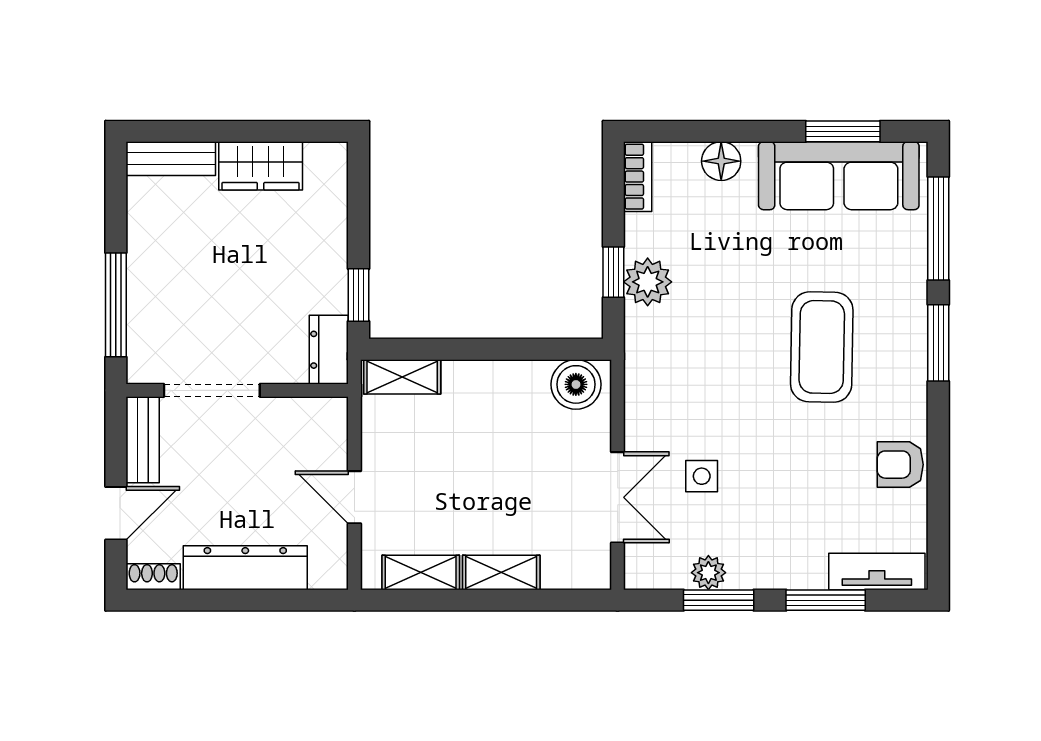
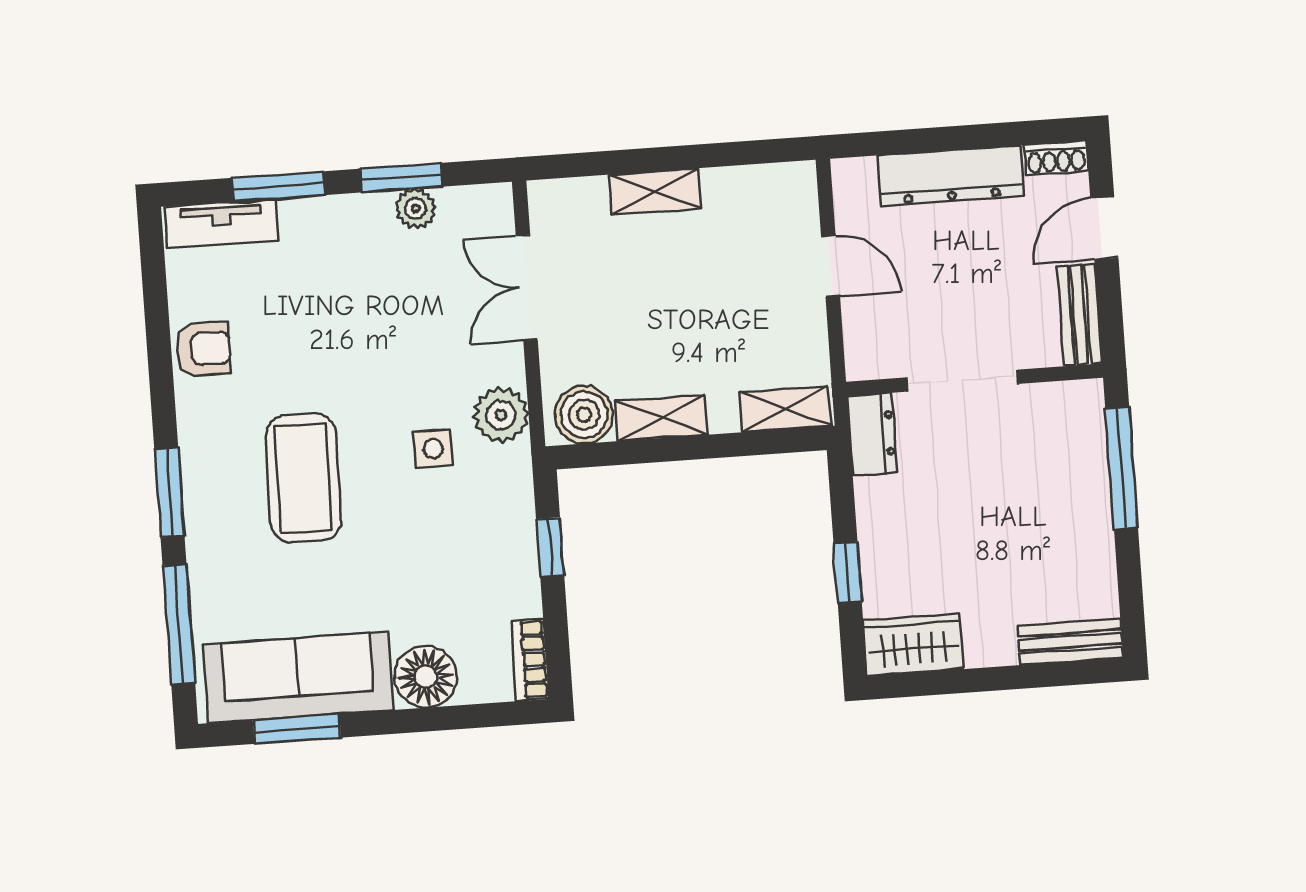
floor lamp: (721, 161) -> (426, 677), width x1.38, depth x1.38
wardrobe: (261, 166) -> (913, 645), moved
plant: (648, 282) -> (501, 415), moved
window: (358, 295) -> (848, 573), moved
doorway: (212, 390) -> (962, 381), moved
side table: (702, 476) -> (433, 449), moved
shelving: (421, 572) -> (662, 418), moved

